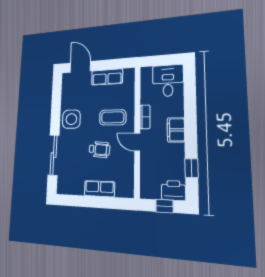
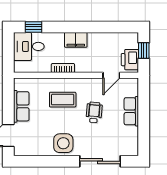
coffee table: (113, 117) -> (63, 100), turned 90
door: (137, 142) -> (111, 75), moved
window: (191, 168) -> (33, 27), moved
printer: (173, 190) -> (130, 60), moved

